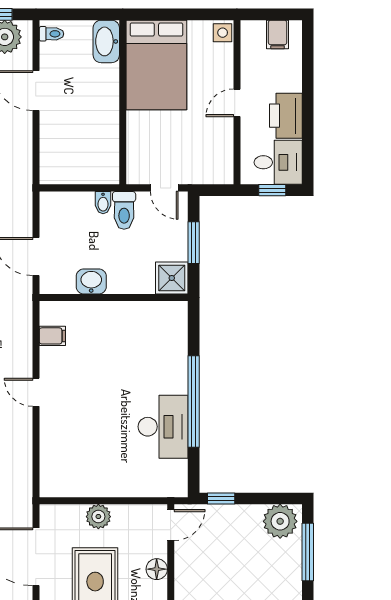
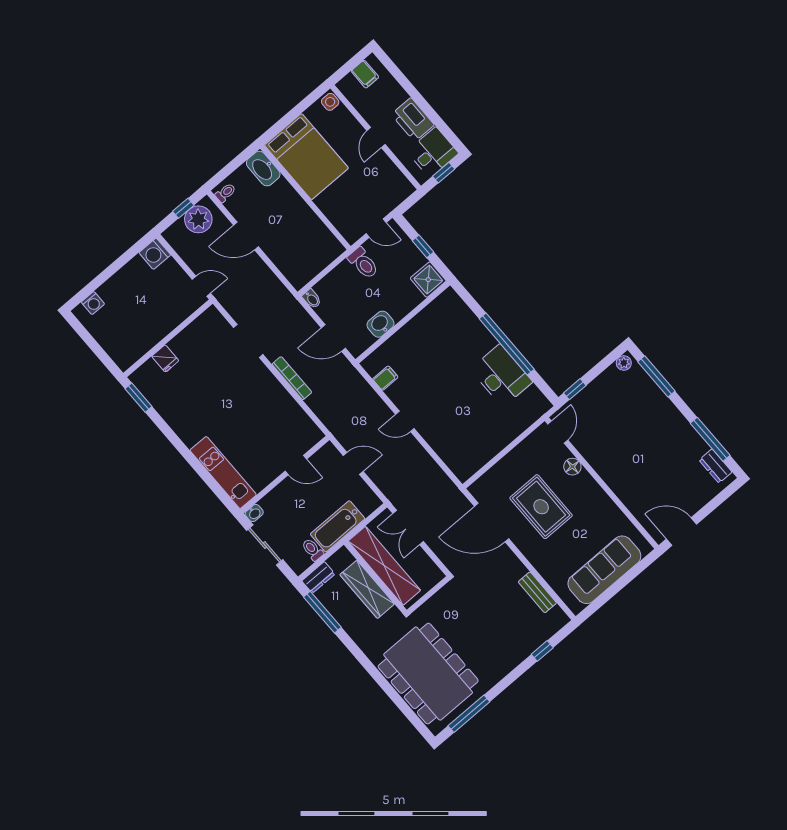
bidet: (103, 203) -> (312, 299), moved
window: (194, 243) -> (423, 246), width x0.67
plant: (98, 517) -> (509, 465), removed
plant: (280, 521) -> (624, 363), width x0.53, depth x0.53

